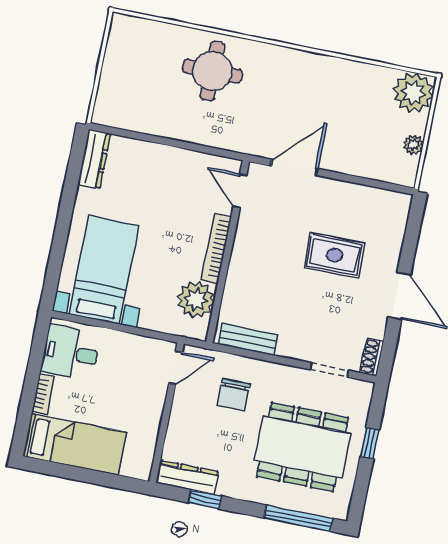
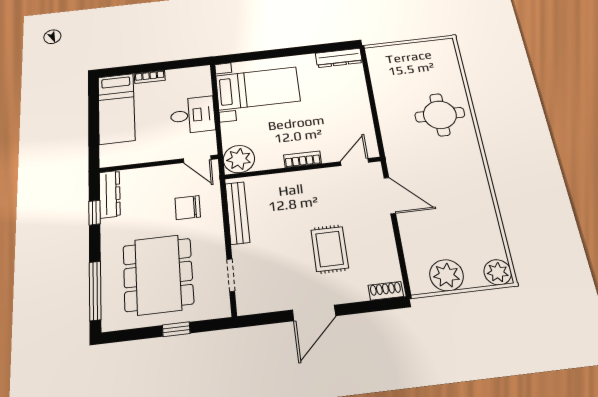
plant: (413, 93) -> (498, 272), width x0.73, depth x0.73
plant: (413, 145) -> (447, 275), width x1.87, depth x1.87
bookcase: (216, 248) -> (302, 159), width x0.64
plant: (196, 300) -> (239, 159), moved
bench: (248, 339) -> (237, 213), width x1.36
desk: (71, 353) -> (193, 115), moved, turned 90
shoe rack: (372, 357) -> (386, 291), moved

